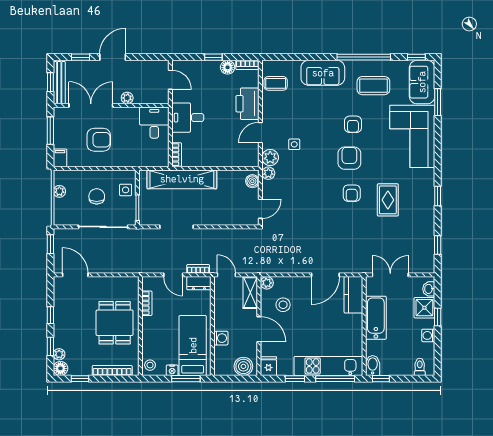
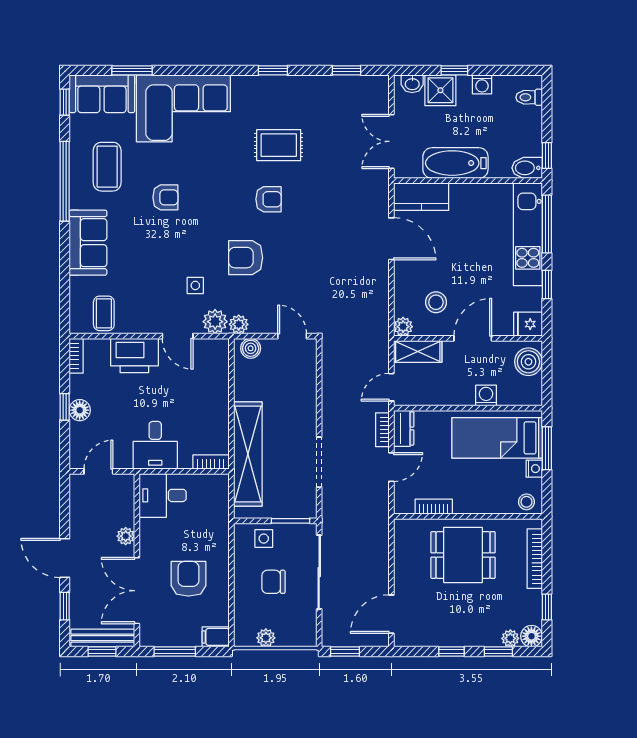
floor lamp: (228, 67) -> (80, 410), moved
armchair: (349, 158) -> (246, 258), moved

